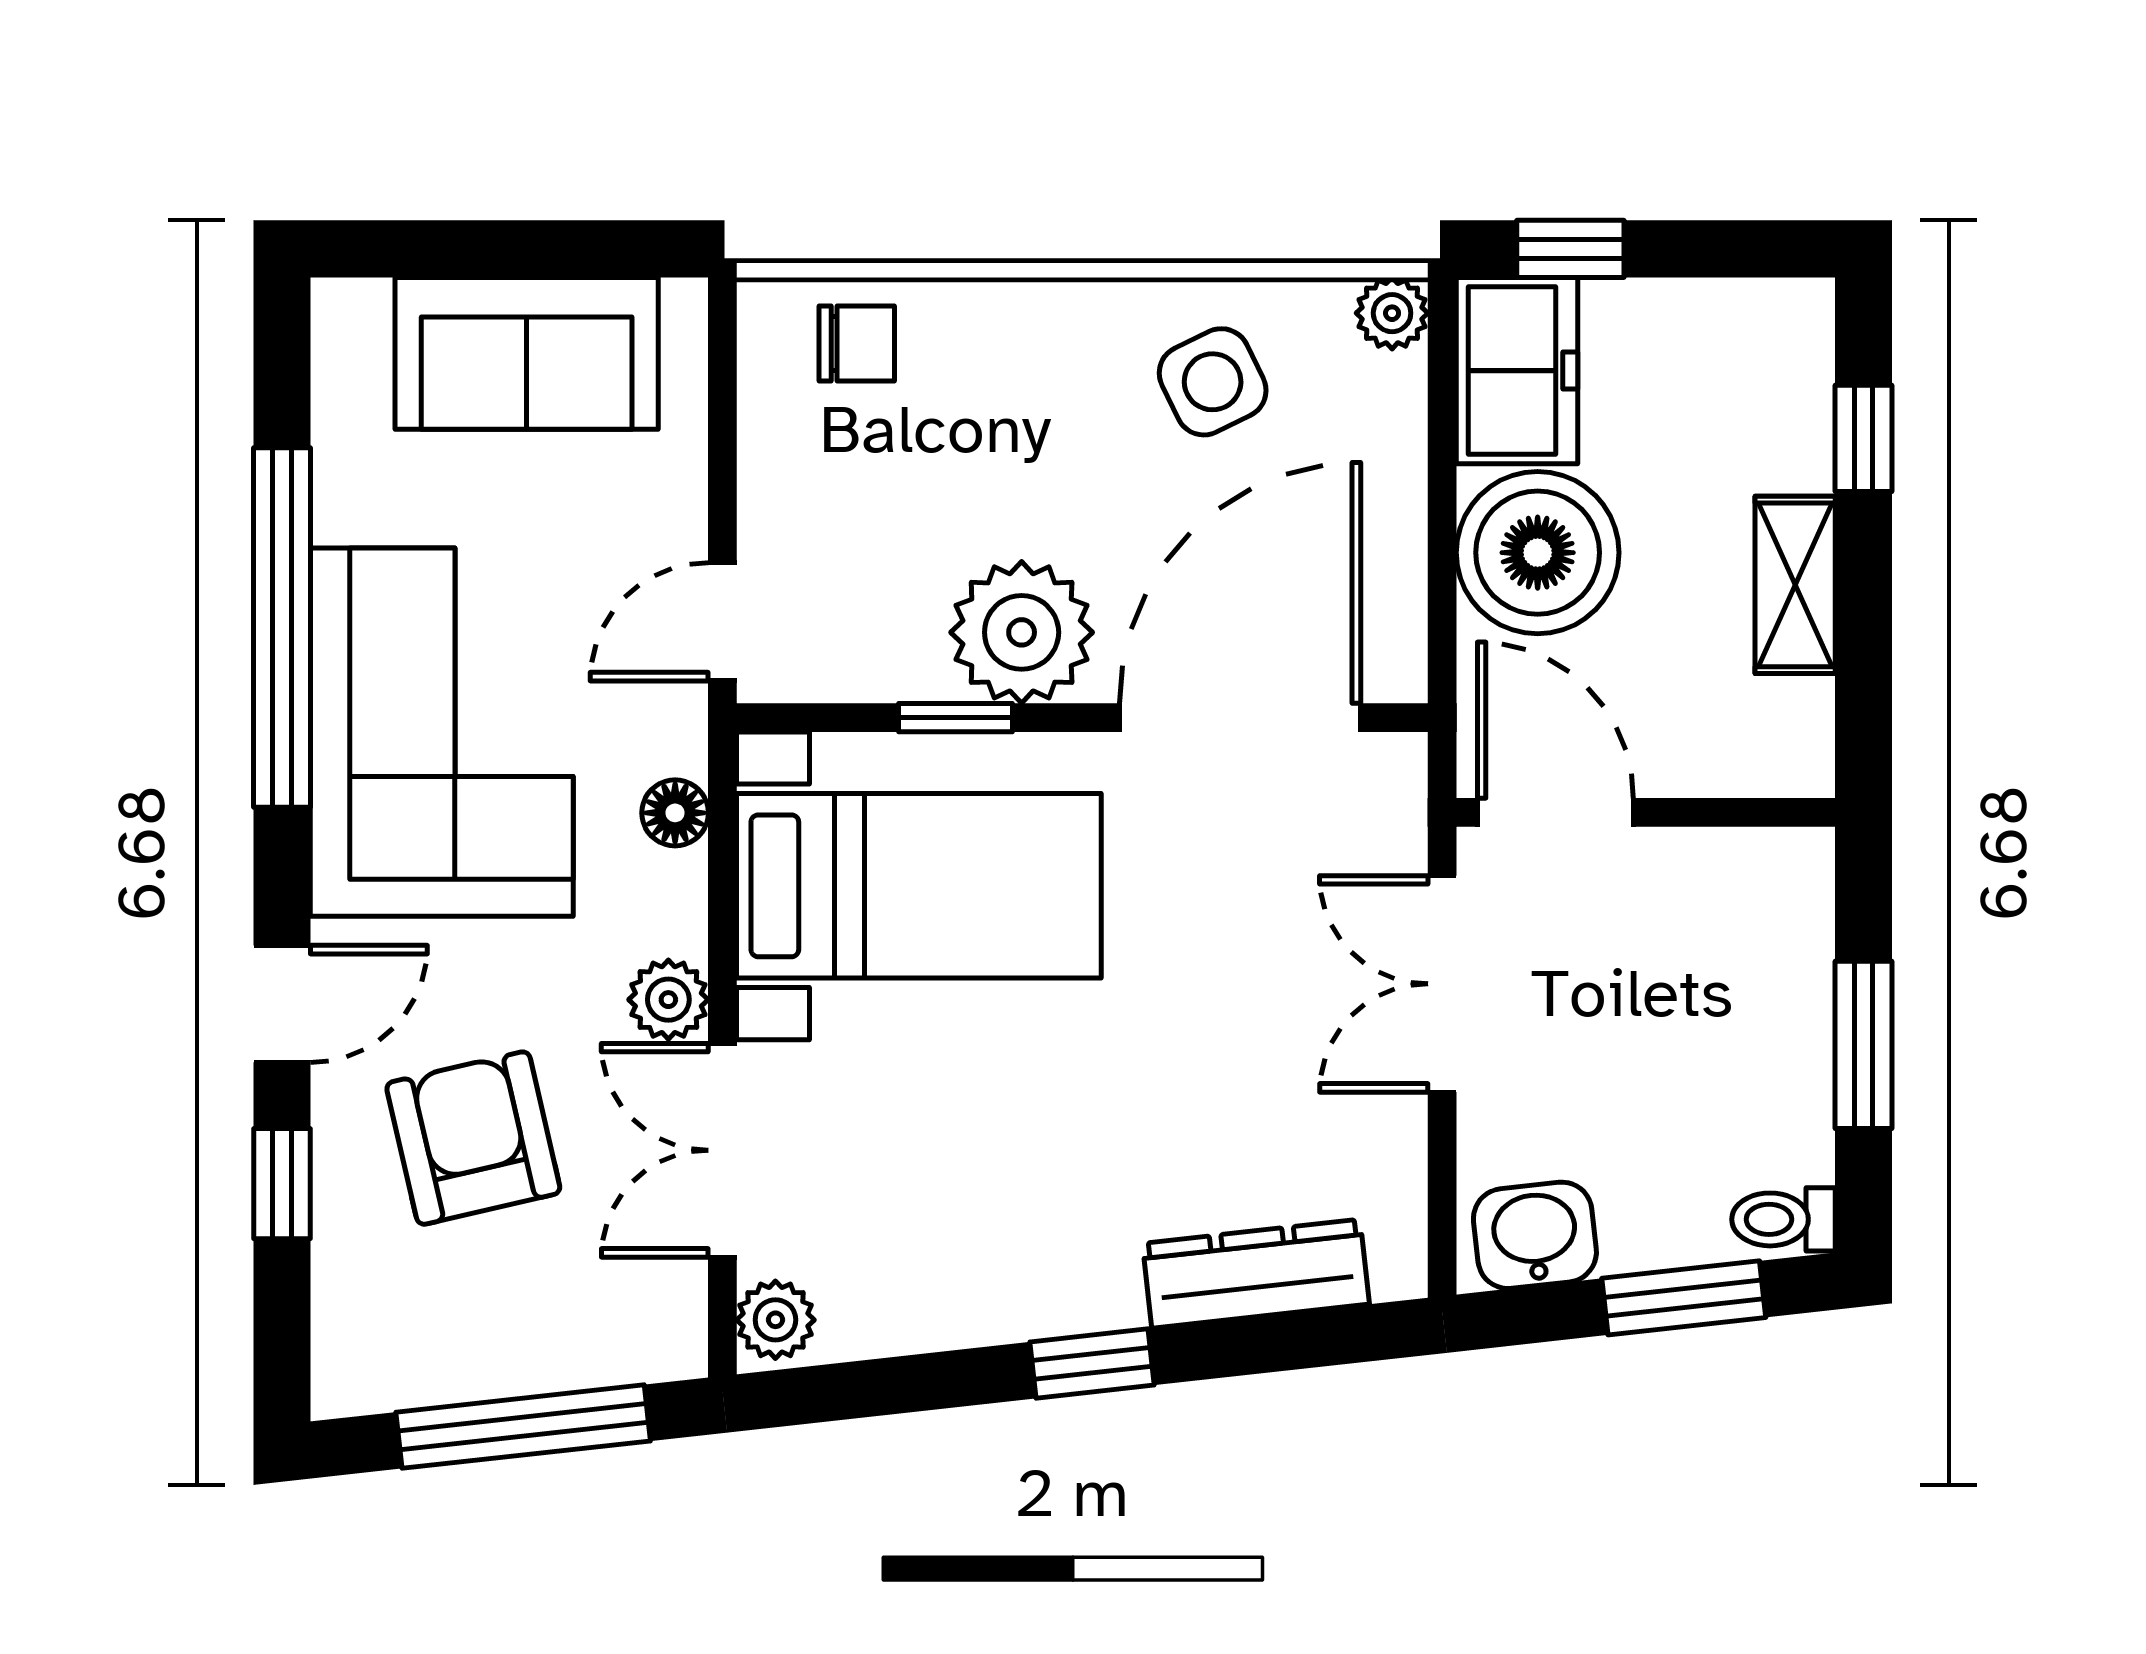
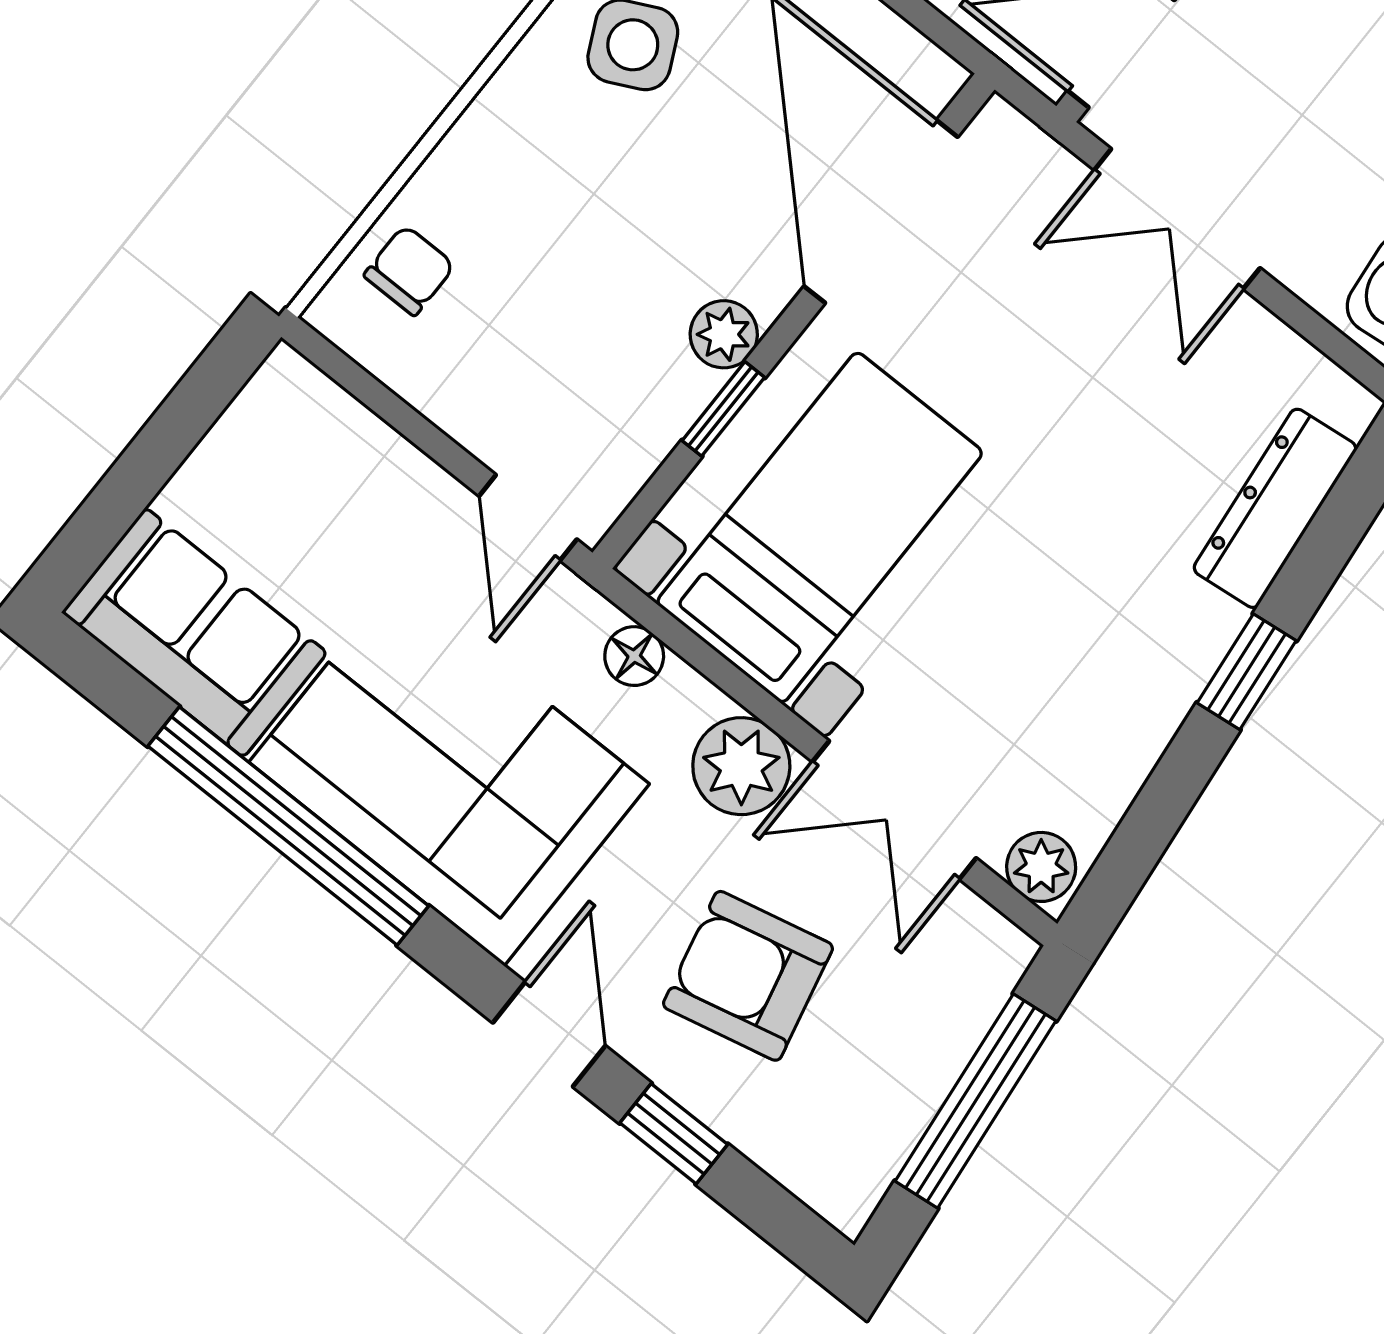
sofa: (527, 353) -> (194, 633), moved, turned -90
plant: (1022, 632) -> (724, 334), width x0.53, depth x0.53
plant: (668, 1000) -> (741, 766), width x1.38, depth x1.38

